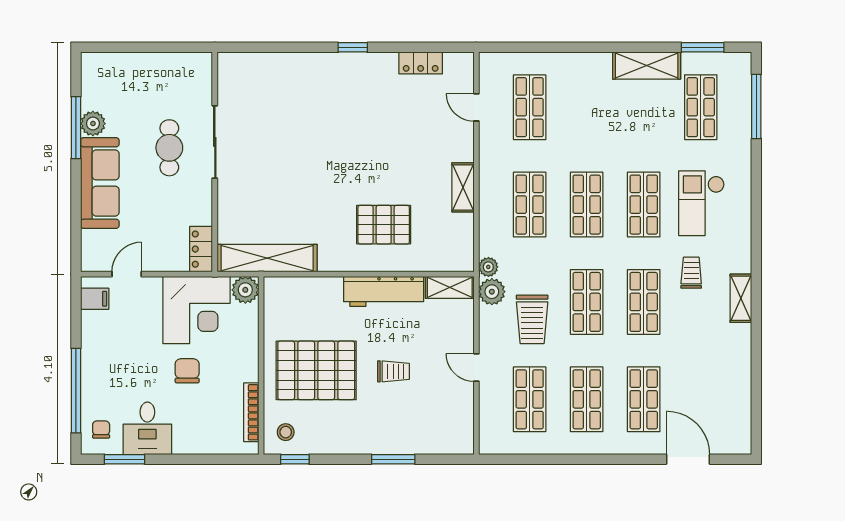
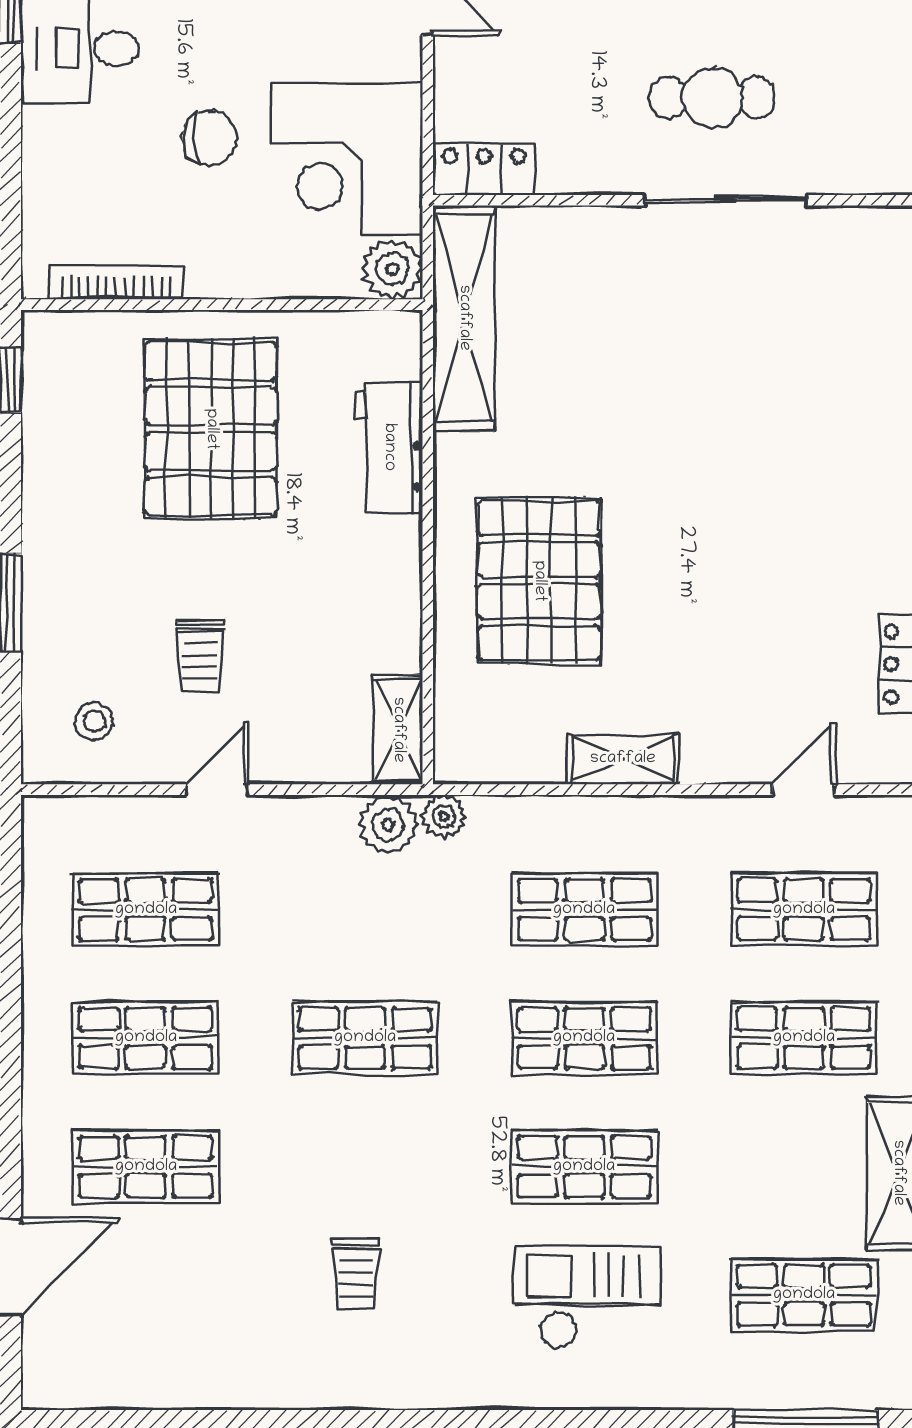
pallet: (384, 225) -> (539, 581), width x1.37, depth x1.41
trolley: (691, 273) -> (356, 1274), moved, turned 90
workbench: (384, 291) -> (389, 447), moved, width x0.73
shelving: (741, 298) -> (373, 1386), removed
shop shelf: (644, 302) -> (804, 1038), moved
trolley: (532, 319) -> (326, 915), removed
trolley: (394, 371) -> (200, 656), moved
stool: (286, 432) -> (94, 721), moved

